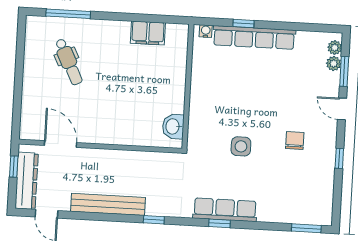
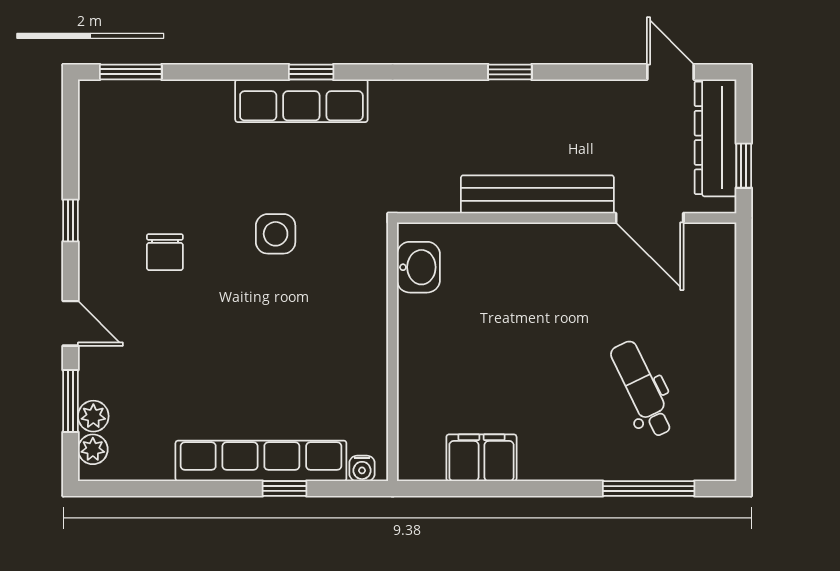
bench: (108, 204) -> (537, 194), moved
window: (154, 220) -> (510, 72), moved

